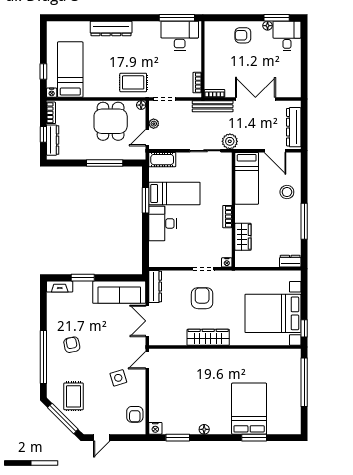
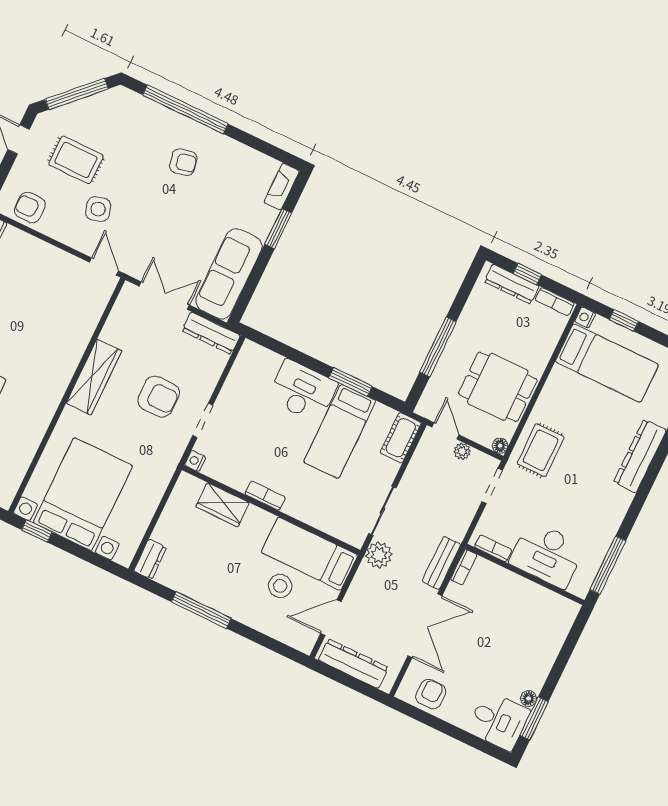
armchair: (243, 35) -> (431, 694), moved
desk: (180, 36) -> (547, 554), moved, turned 90
bench: (213, 106) -> (441, 563), width x0.73
stool: (287, 192) -> (280, 586), moved
rug: (74, 396) -> (76, 160), moved

